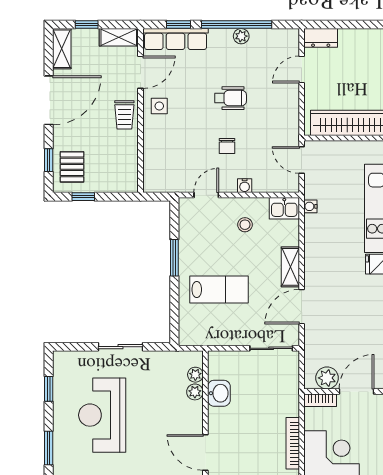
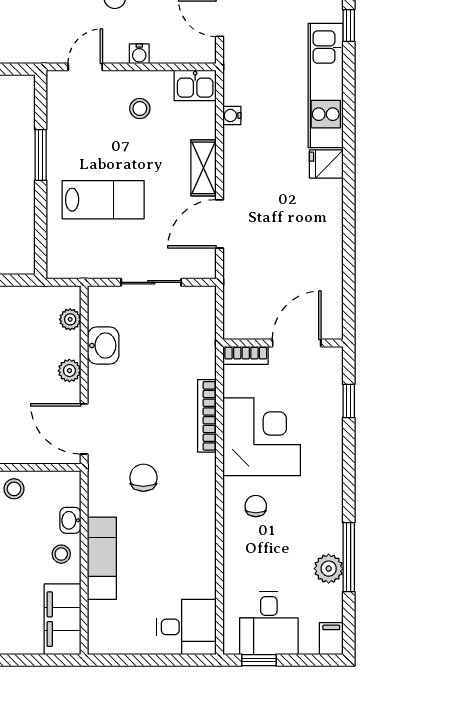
water cooler: (310, 206) -> (232, 115), moved
sliding door: (271, 348) -> (151, 282), moved
plant: (327, 378) -> (255, 324), removed
plant: (195, 392) -> (69, 371), moved

